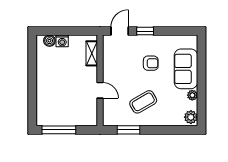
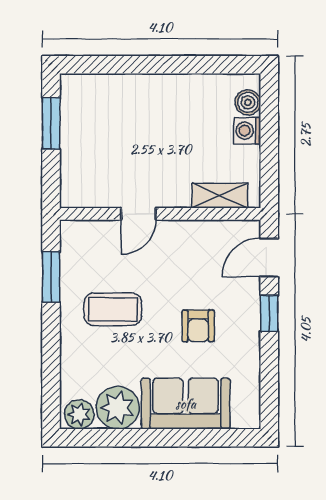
door: (120, 31) -> (269, 257), swing flipped
plant: (192, 95) -> (118, 408), width x1.88, depth x1.88
coffee table: (143, 102) -> (113, 309), turned -60
window: (59, 130) -> (51, 123), width x0.69

